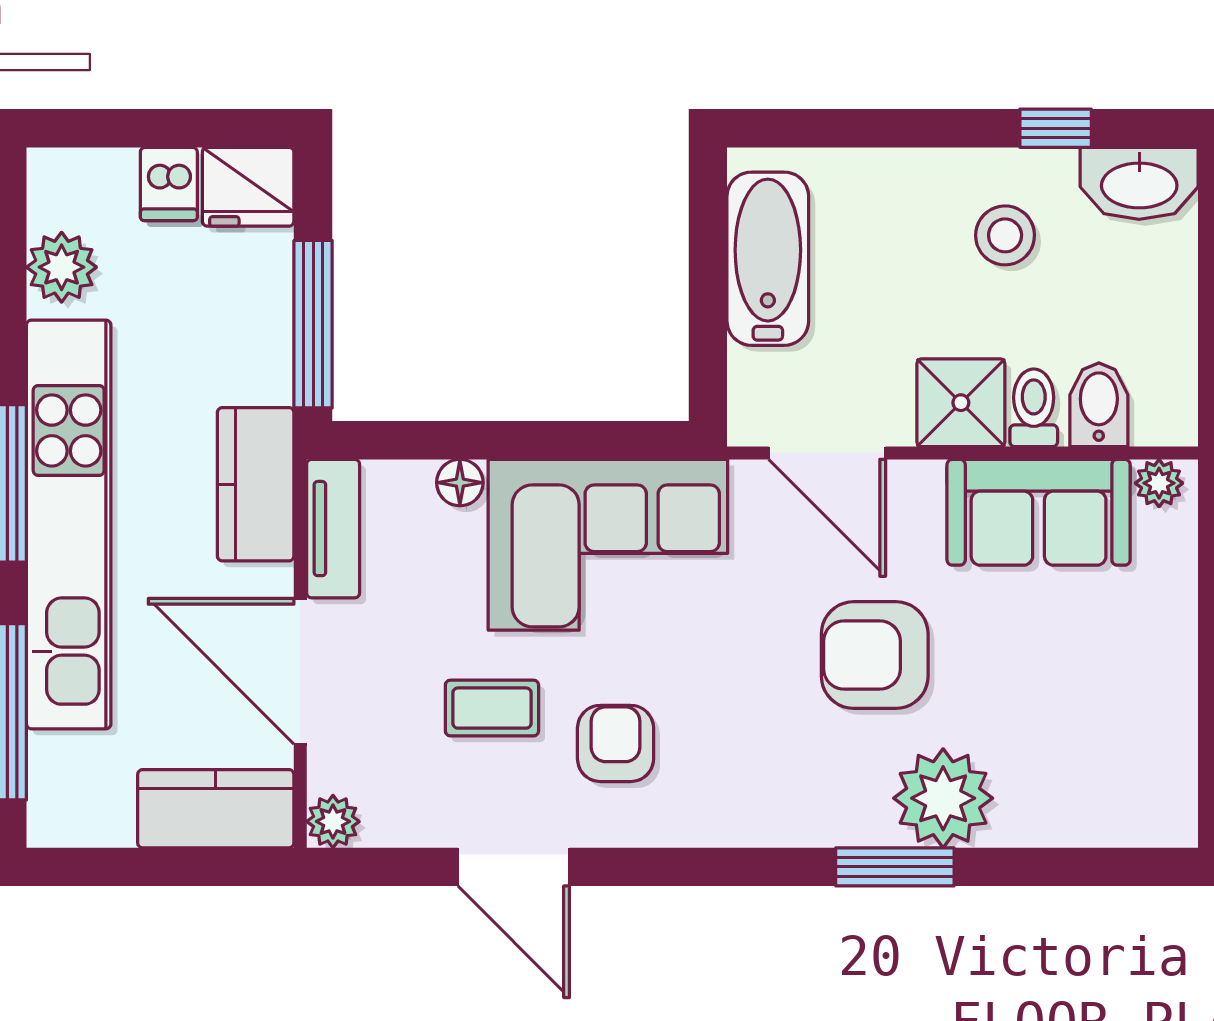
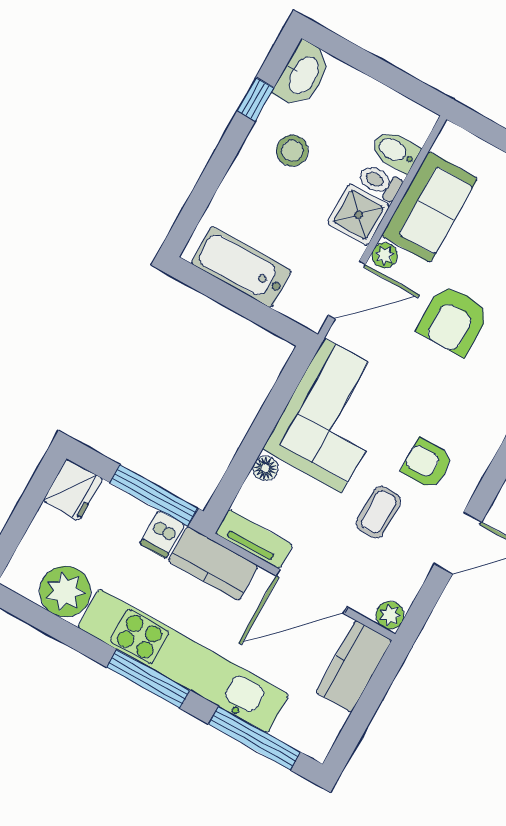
dishwasher: (169, 184) -> (162, 534), moved, turned 90
plant: (62, 267) -> (65, 592), width x1.36, depth x1.36
plant: (1159, 483) -> (385, 255), moved

